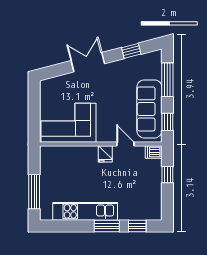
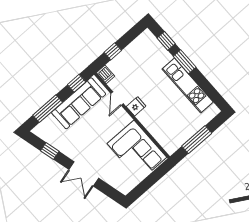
window: (34, 192) -> (197, 140), moved

